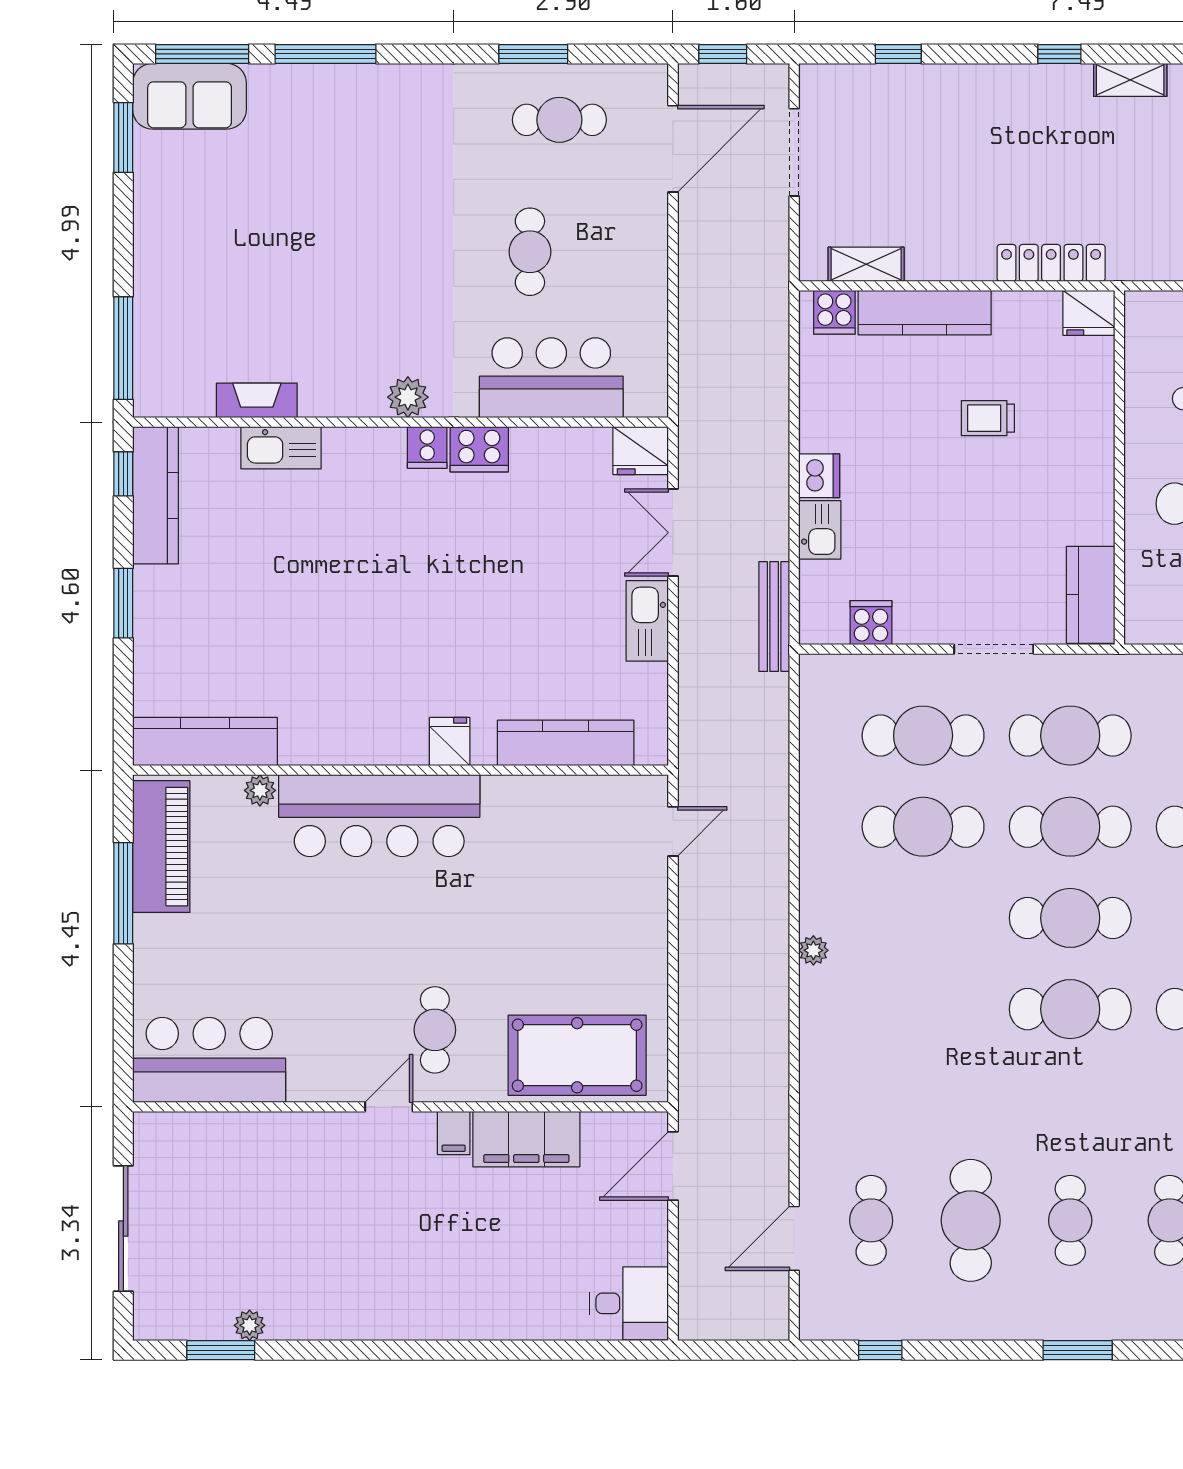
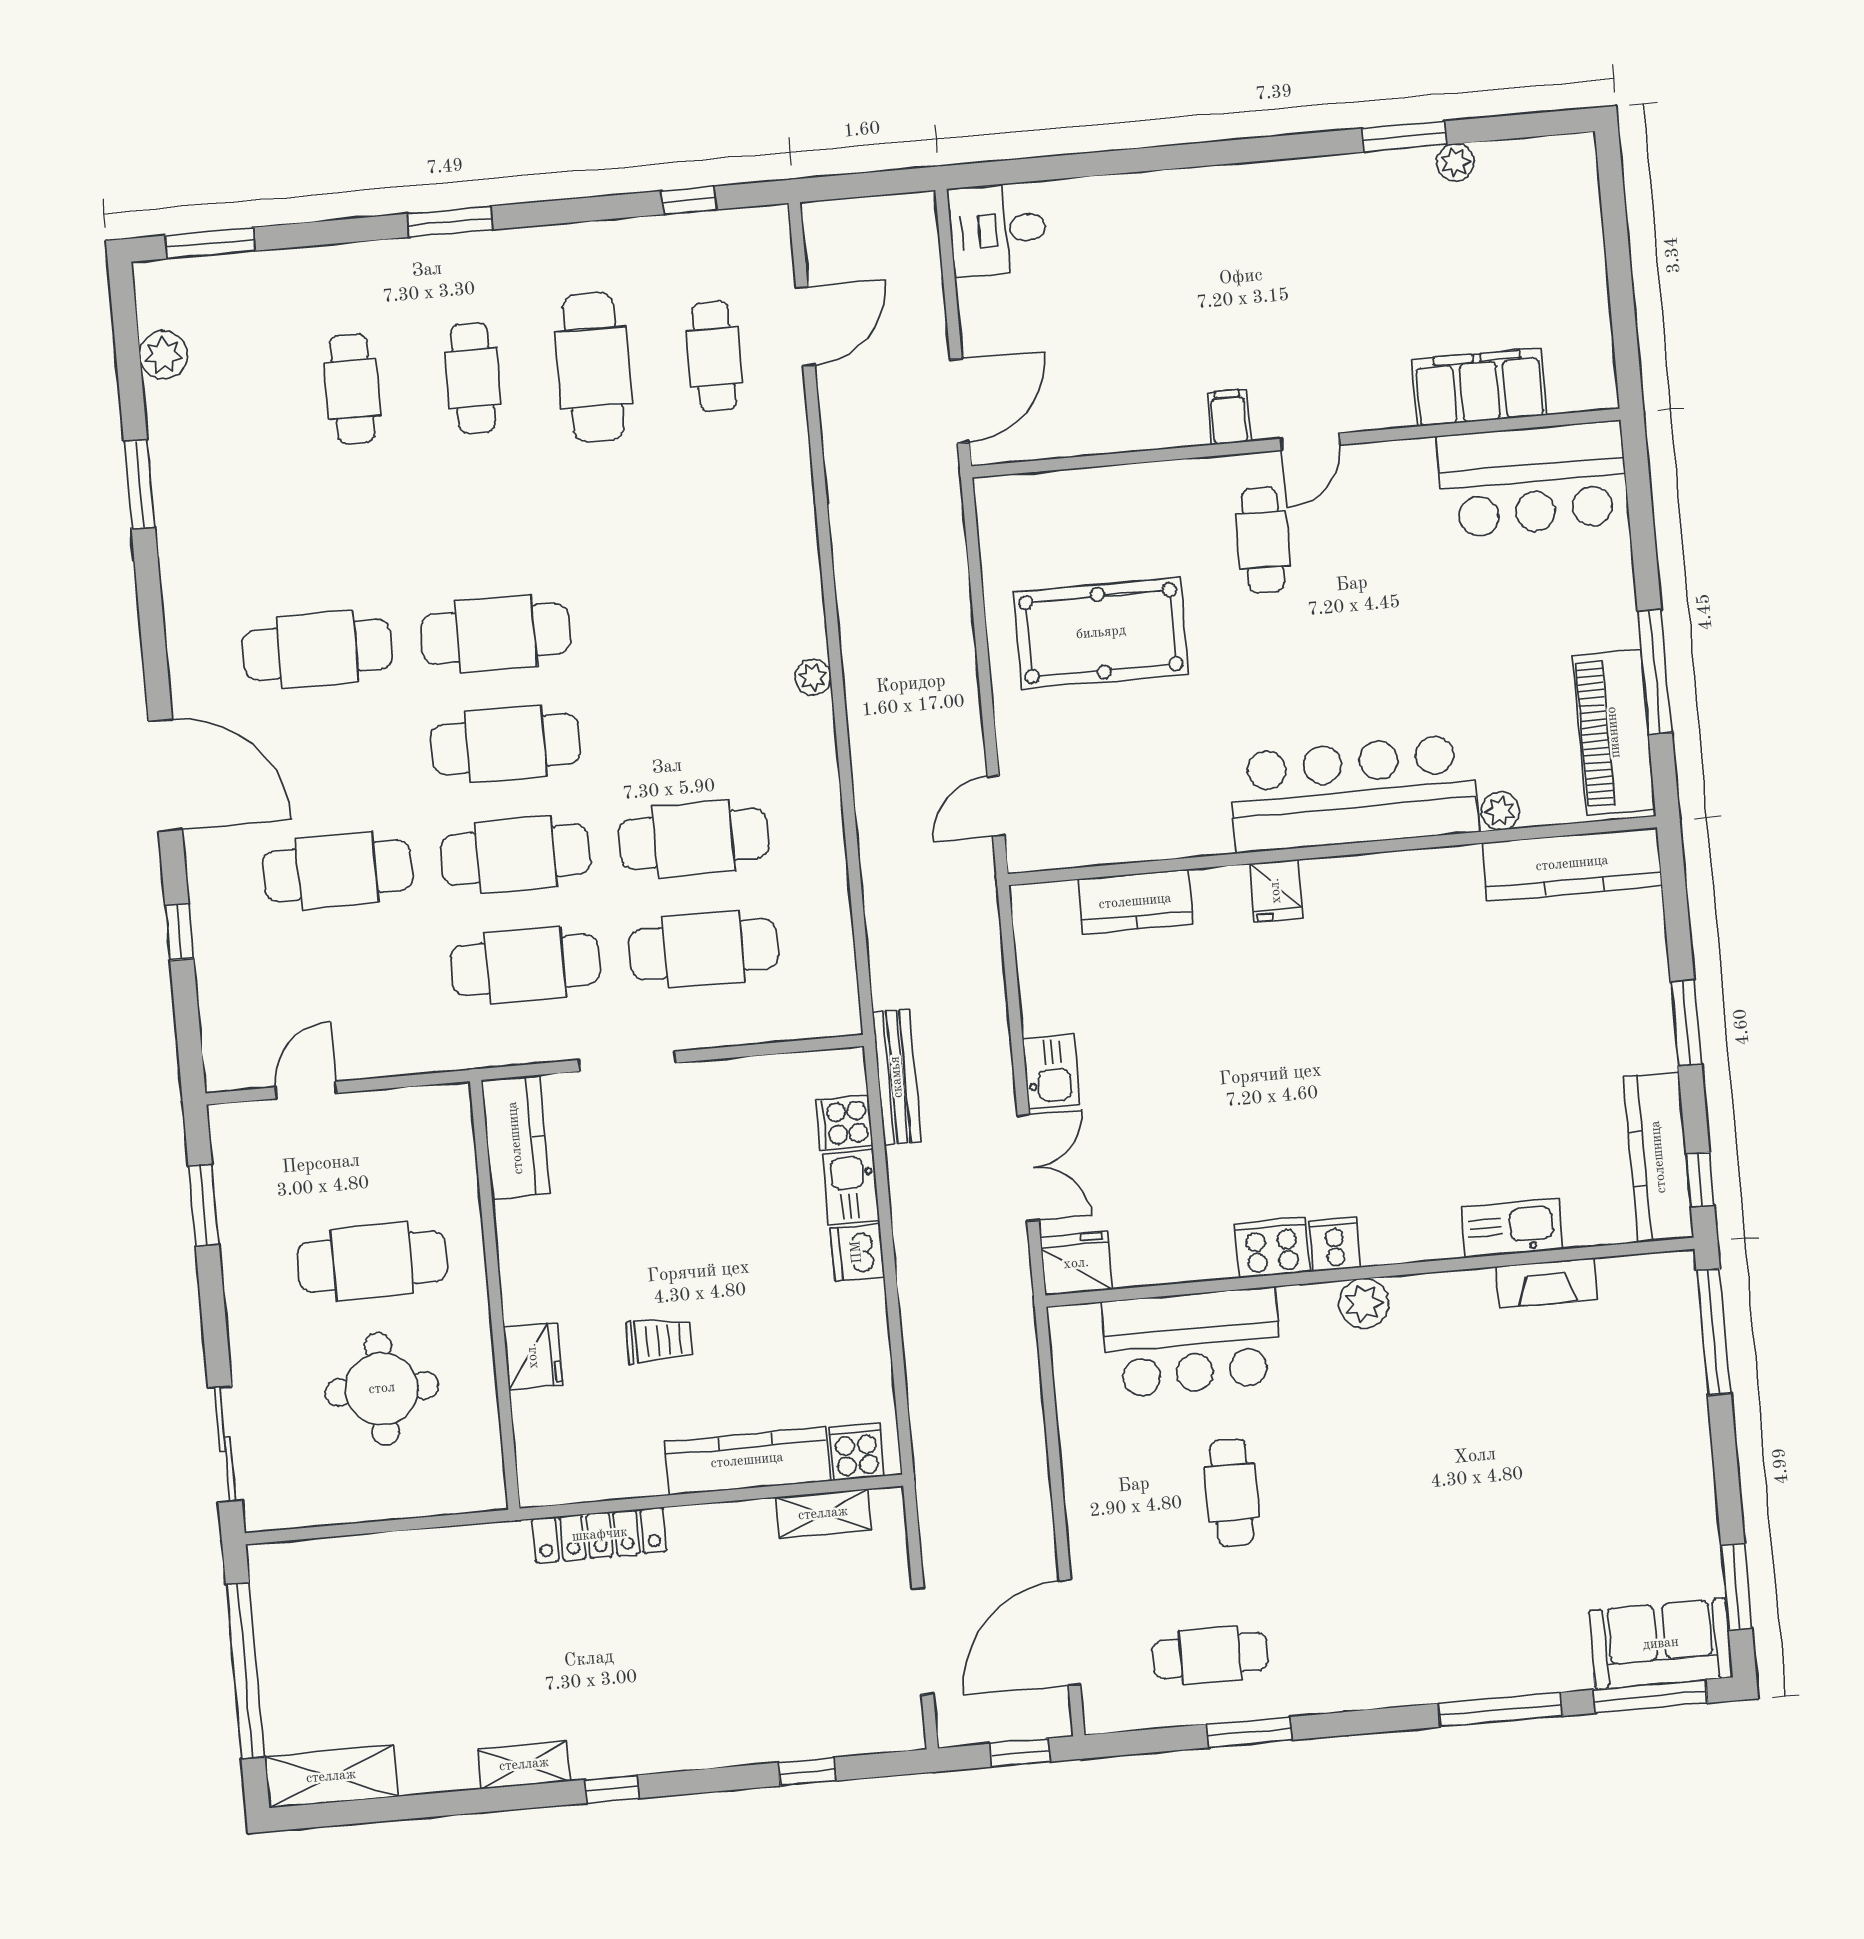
fridge: (1089, 313) -> (533, 1356), moved, turned 90
kitchen sink: (647, 621) -> (1051, 1071), width x0.73
cooker: (871, 623) -> (844, 1123), moved, turned 90
kitchen counter: (566, 743) -> (1135, 902), width x0.67
pool table: (577, 1055) -> (1101, 633), moved
filing cabinet: (526, 1139) -> (1479, 387), moved
sliding door: (123, 1228) -> (1619, 266), removed
window: (221, 1350) -> (1404, 137), moved

